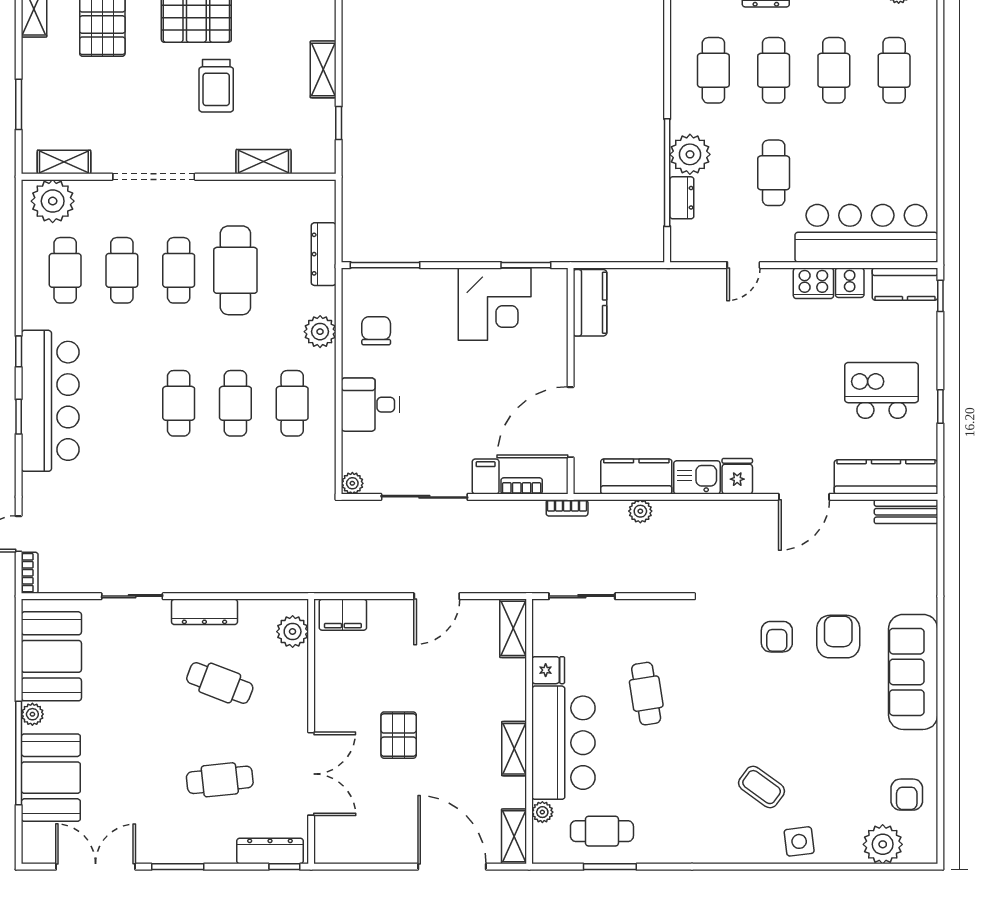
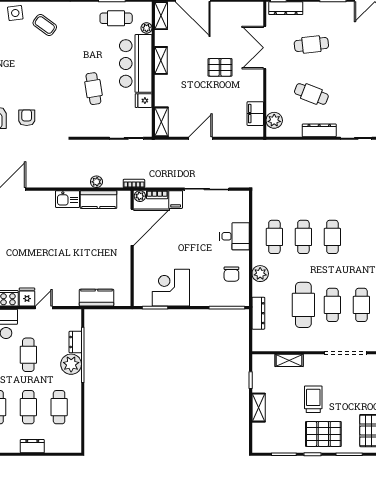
kitchen counter: (590, 303) -> (96, 298), moved, turned 90
fridge: (737, 476) -> (27, 297), moved, turned 180
plant: (352, 483) -> (140, 196), moved
filing cabinet: (343, 615) -> (255, 114), moved, turned -90
pallet: (399, 735) -> (220, 67), turned 90
coffee table: (762, 787) -> (45, 25), moved

